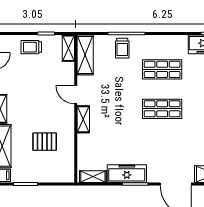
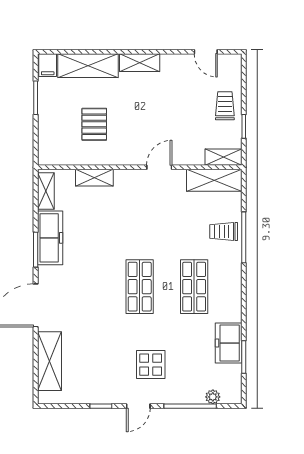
shelving: (83, 119) -> (94, 178), moved

